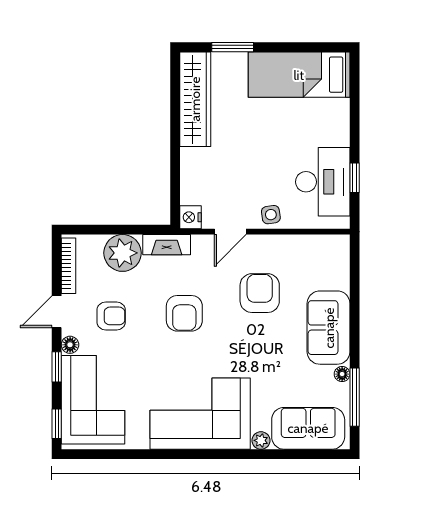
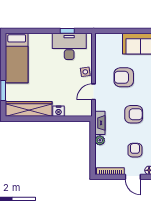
nightstand: (191, 217) -> (59, 111), moved
door: (230, 232) -> (94, 92), swing flipped
plant: (123, 253) -> (100, 140), width x0.53, depth x0.53

